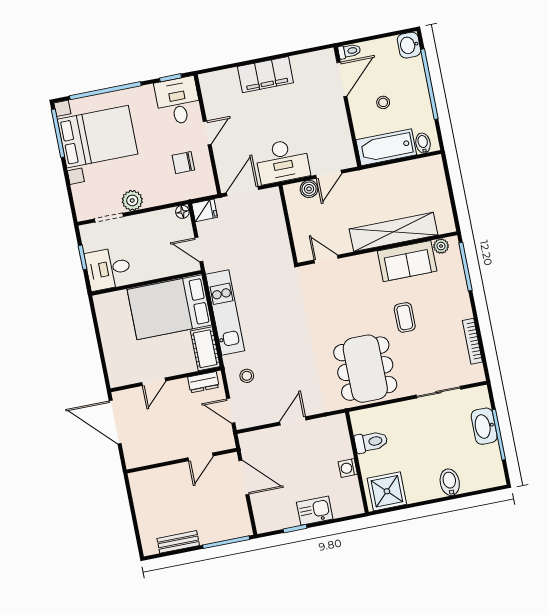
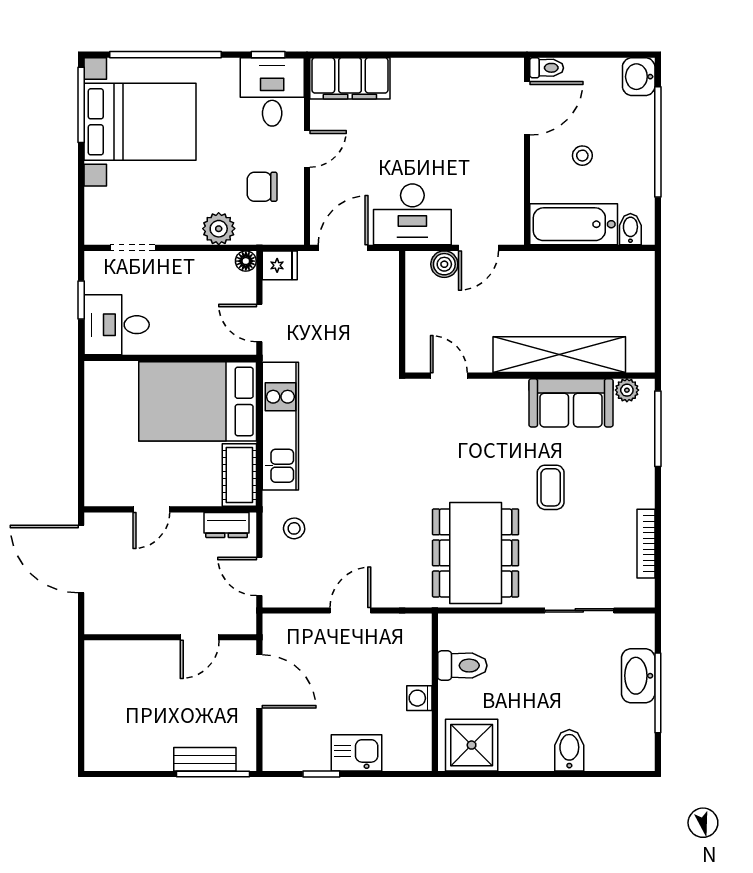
filing cabinet: (265, 75) -> (350, 78), moved
plant: (132, 200) -> (219, 229), moved
bench: (178, 542) -> (205, 759), moved

